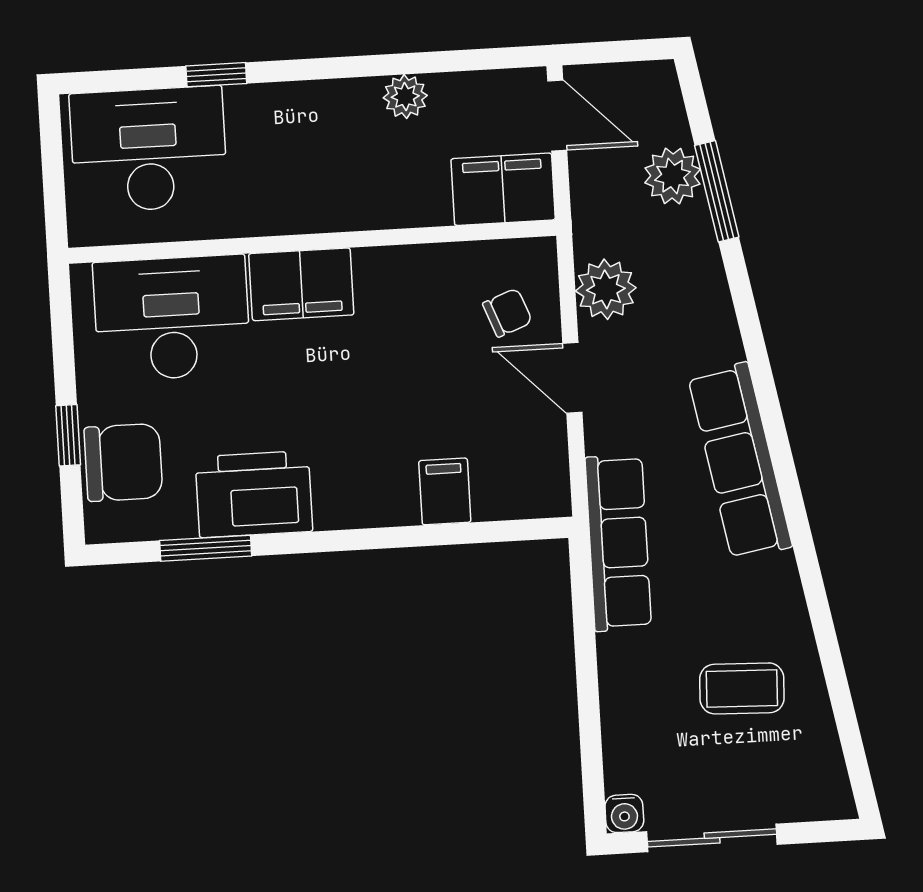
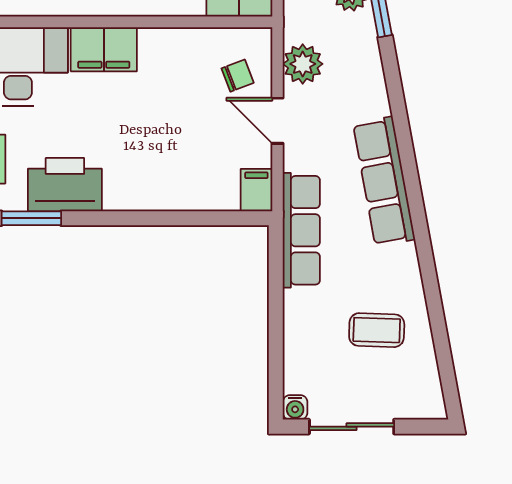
filing cabinet: (445, 491) -> (256, 190), moved

